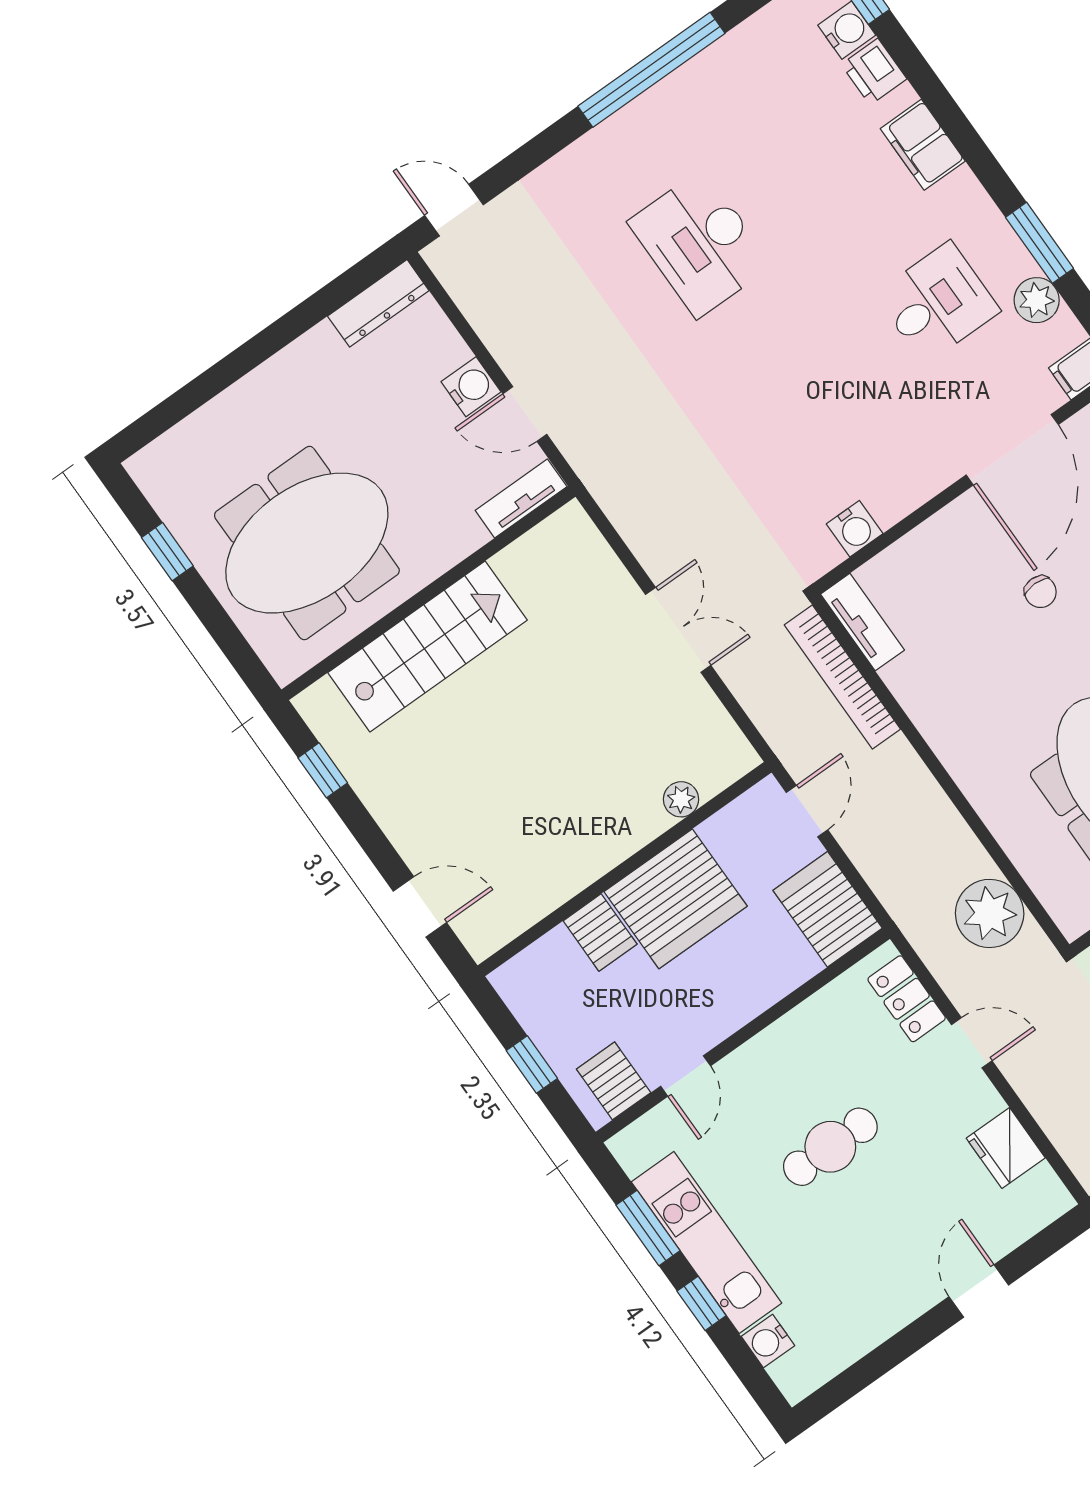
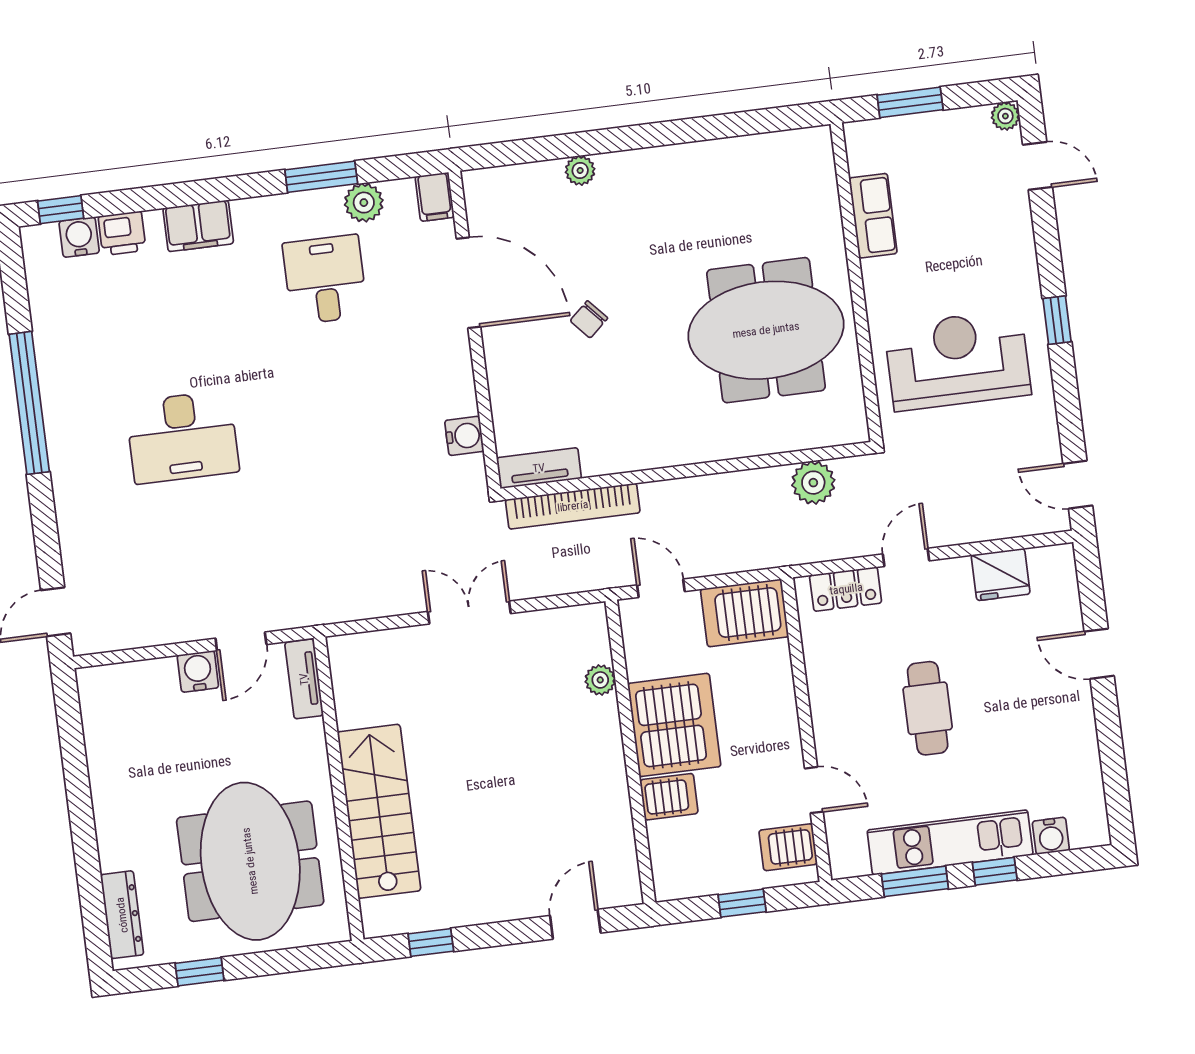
dresser: (378, 303) -> (122, 915), moved
chair: (1040, 592) -> (589, 319), turned 138
plant: (990, 913) -> (813, 483), width x0.73, depth x0.73

